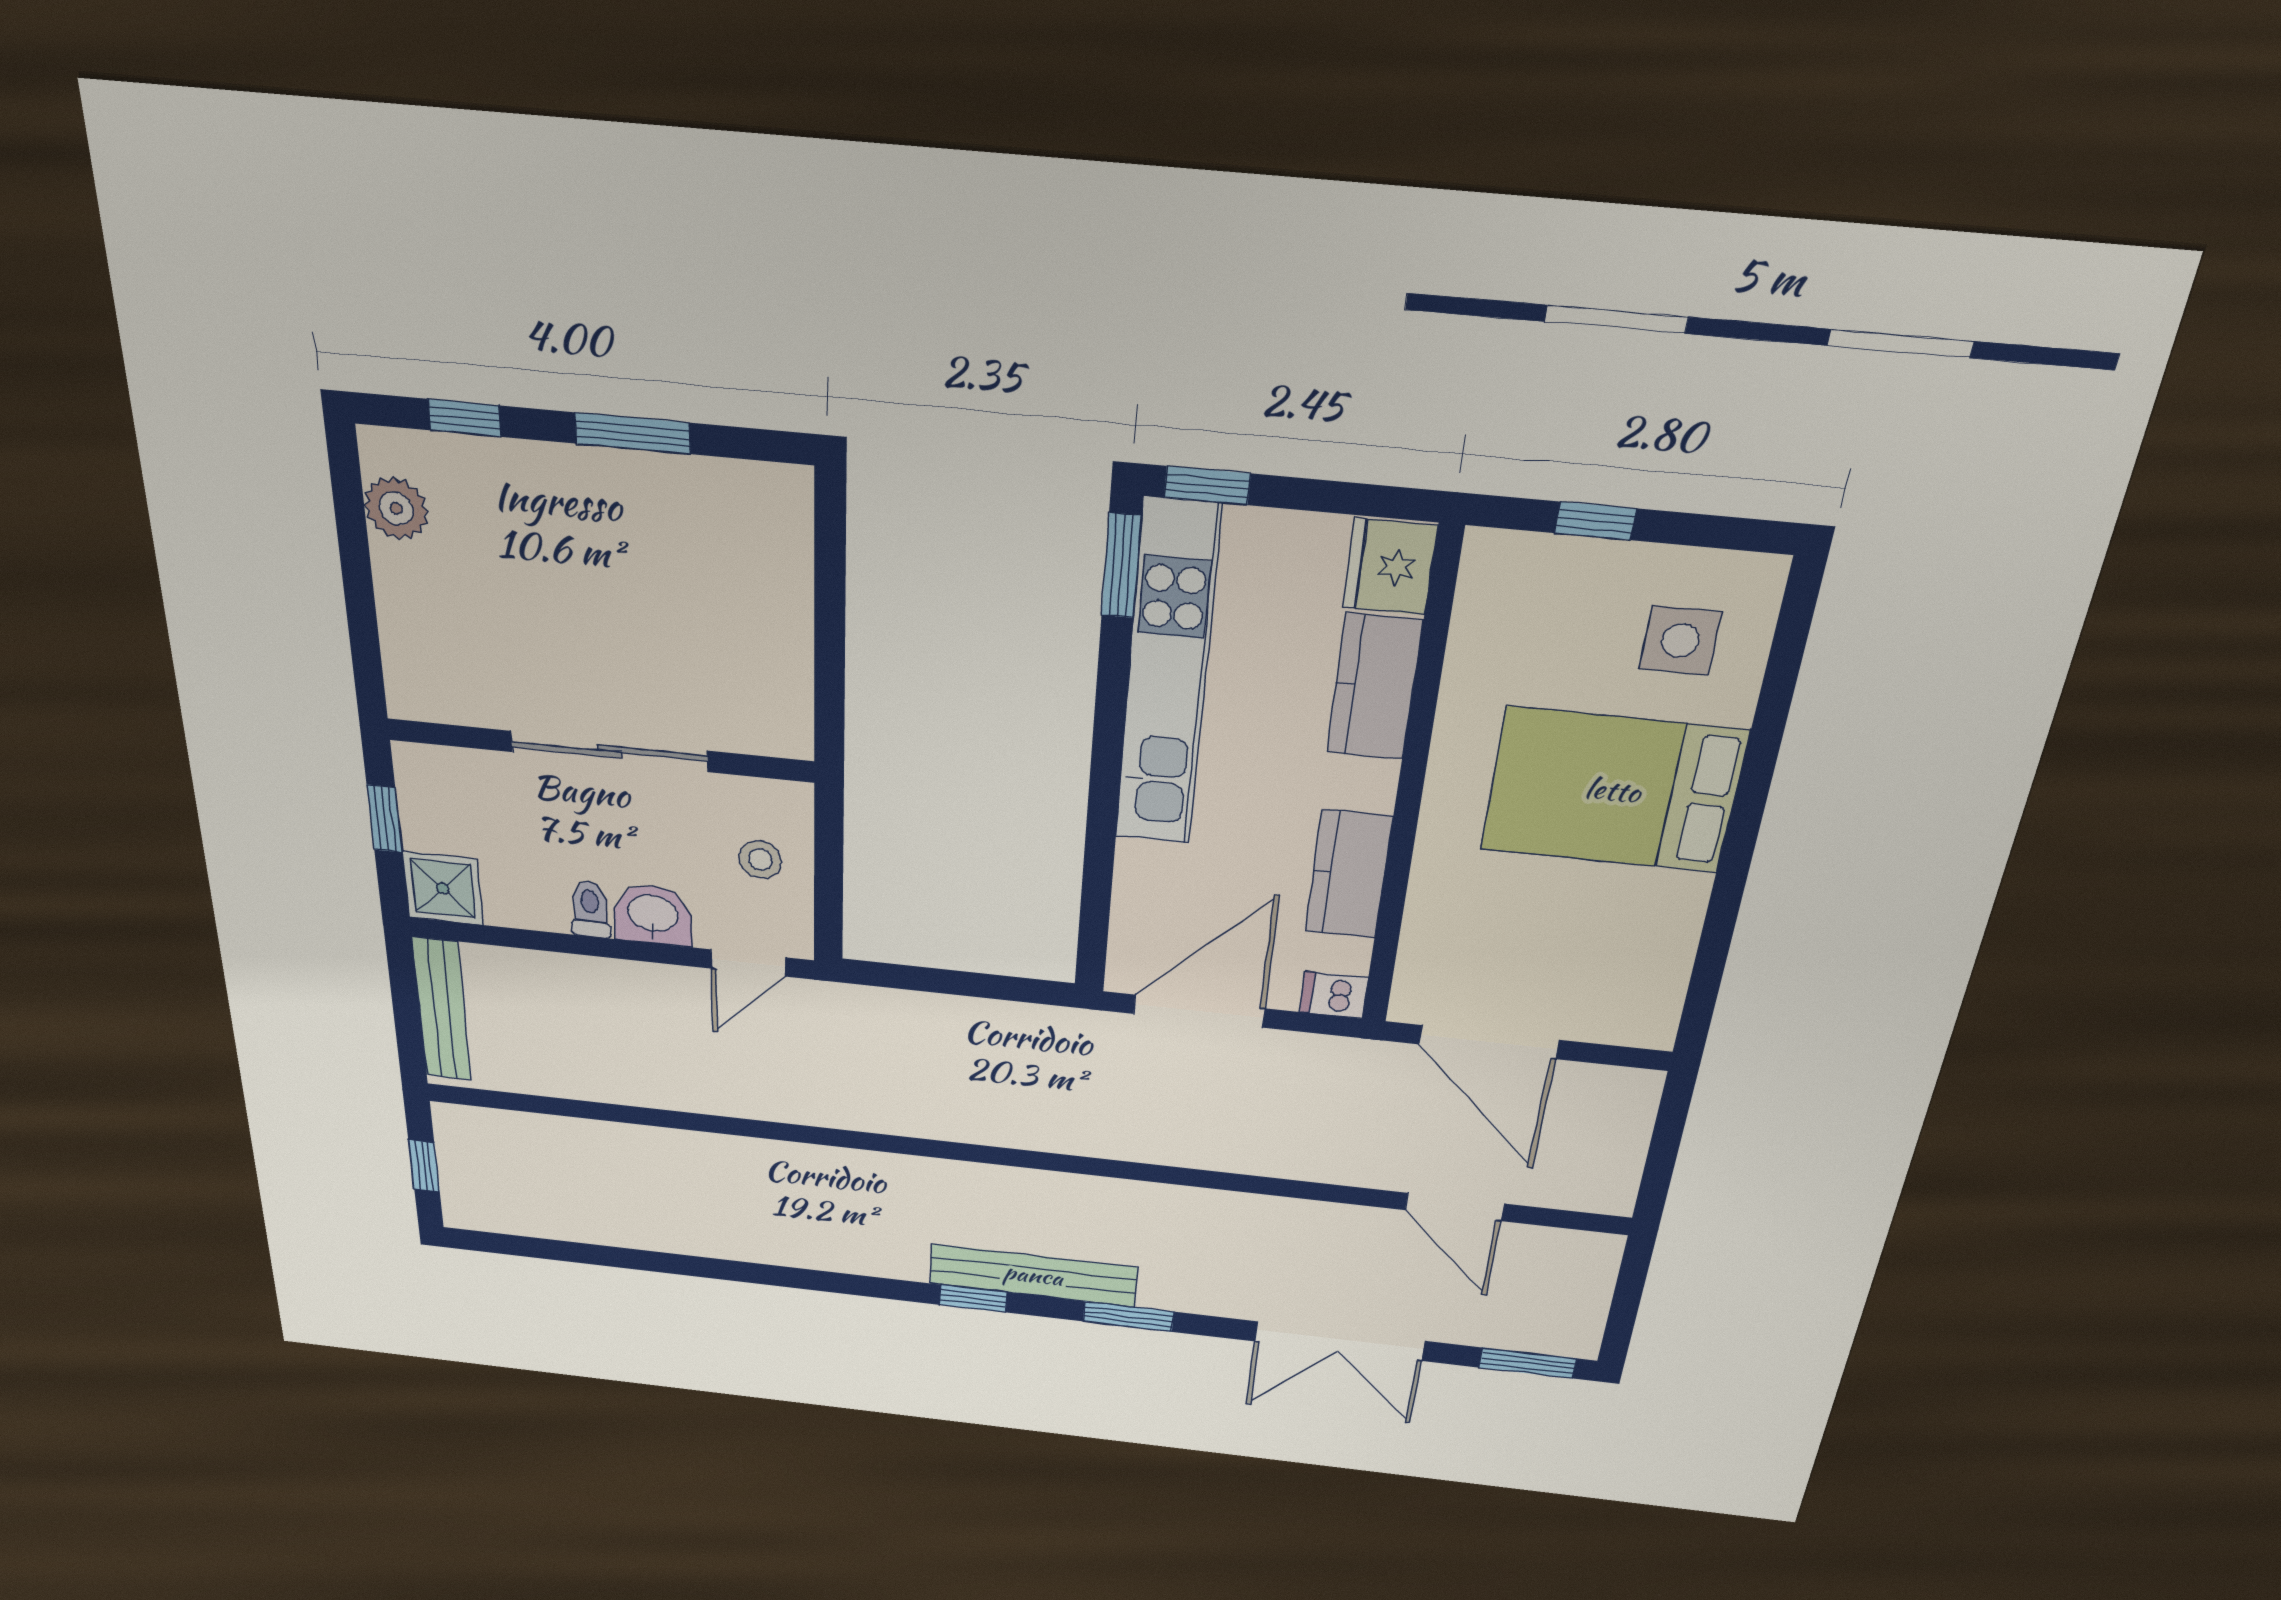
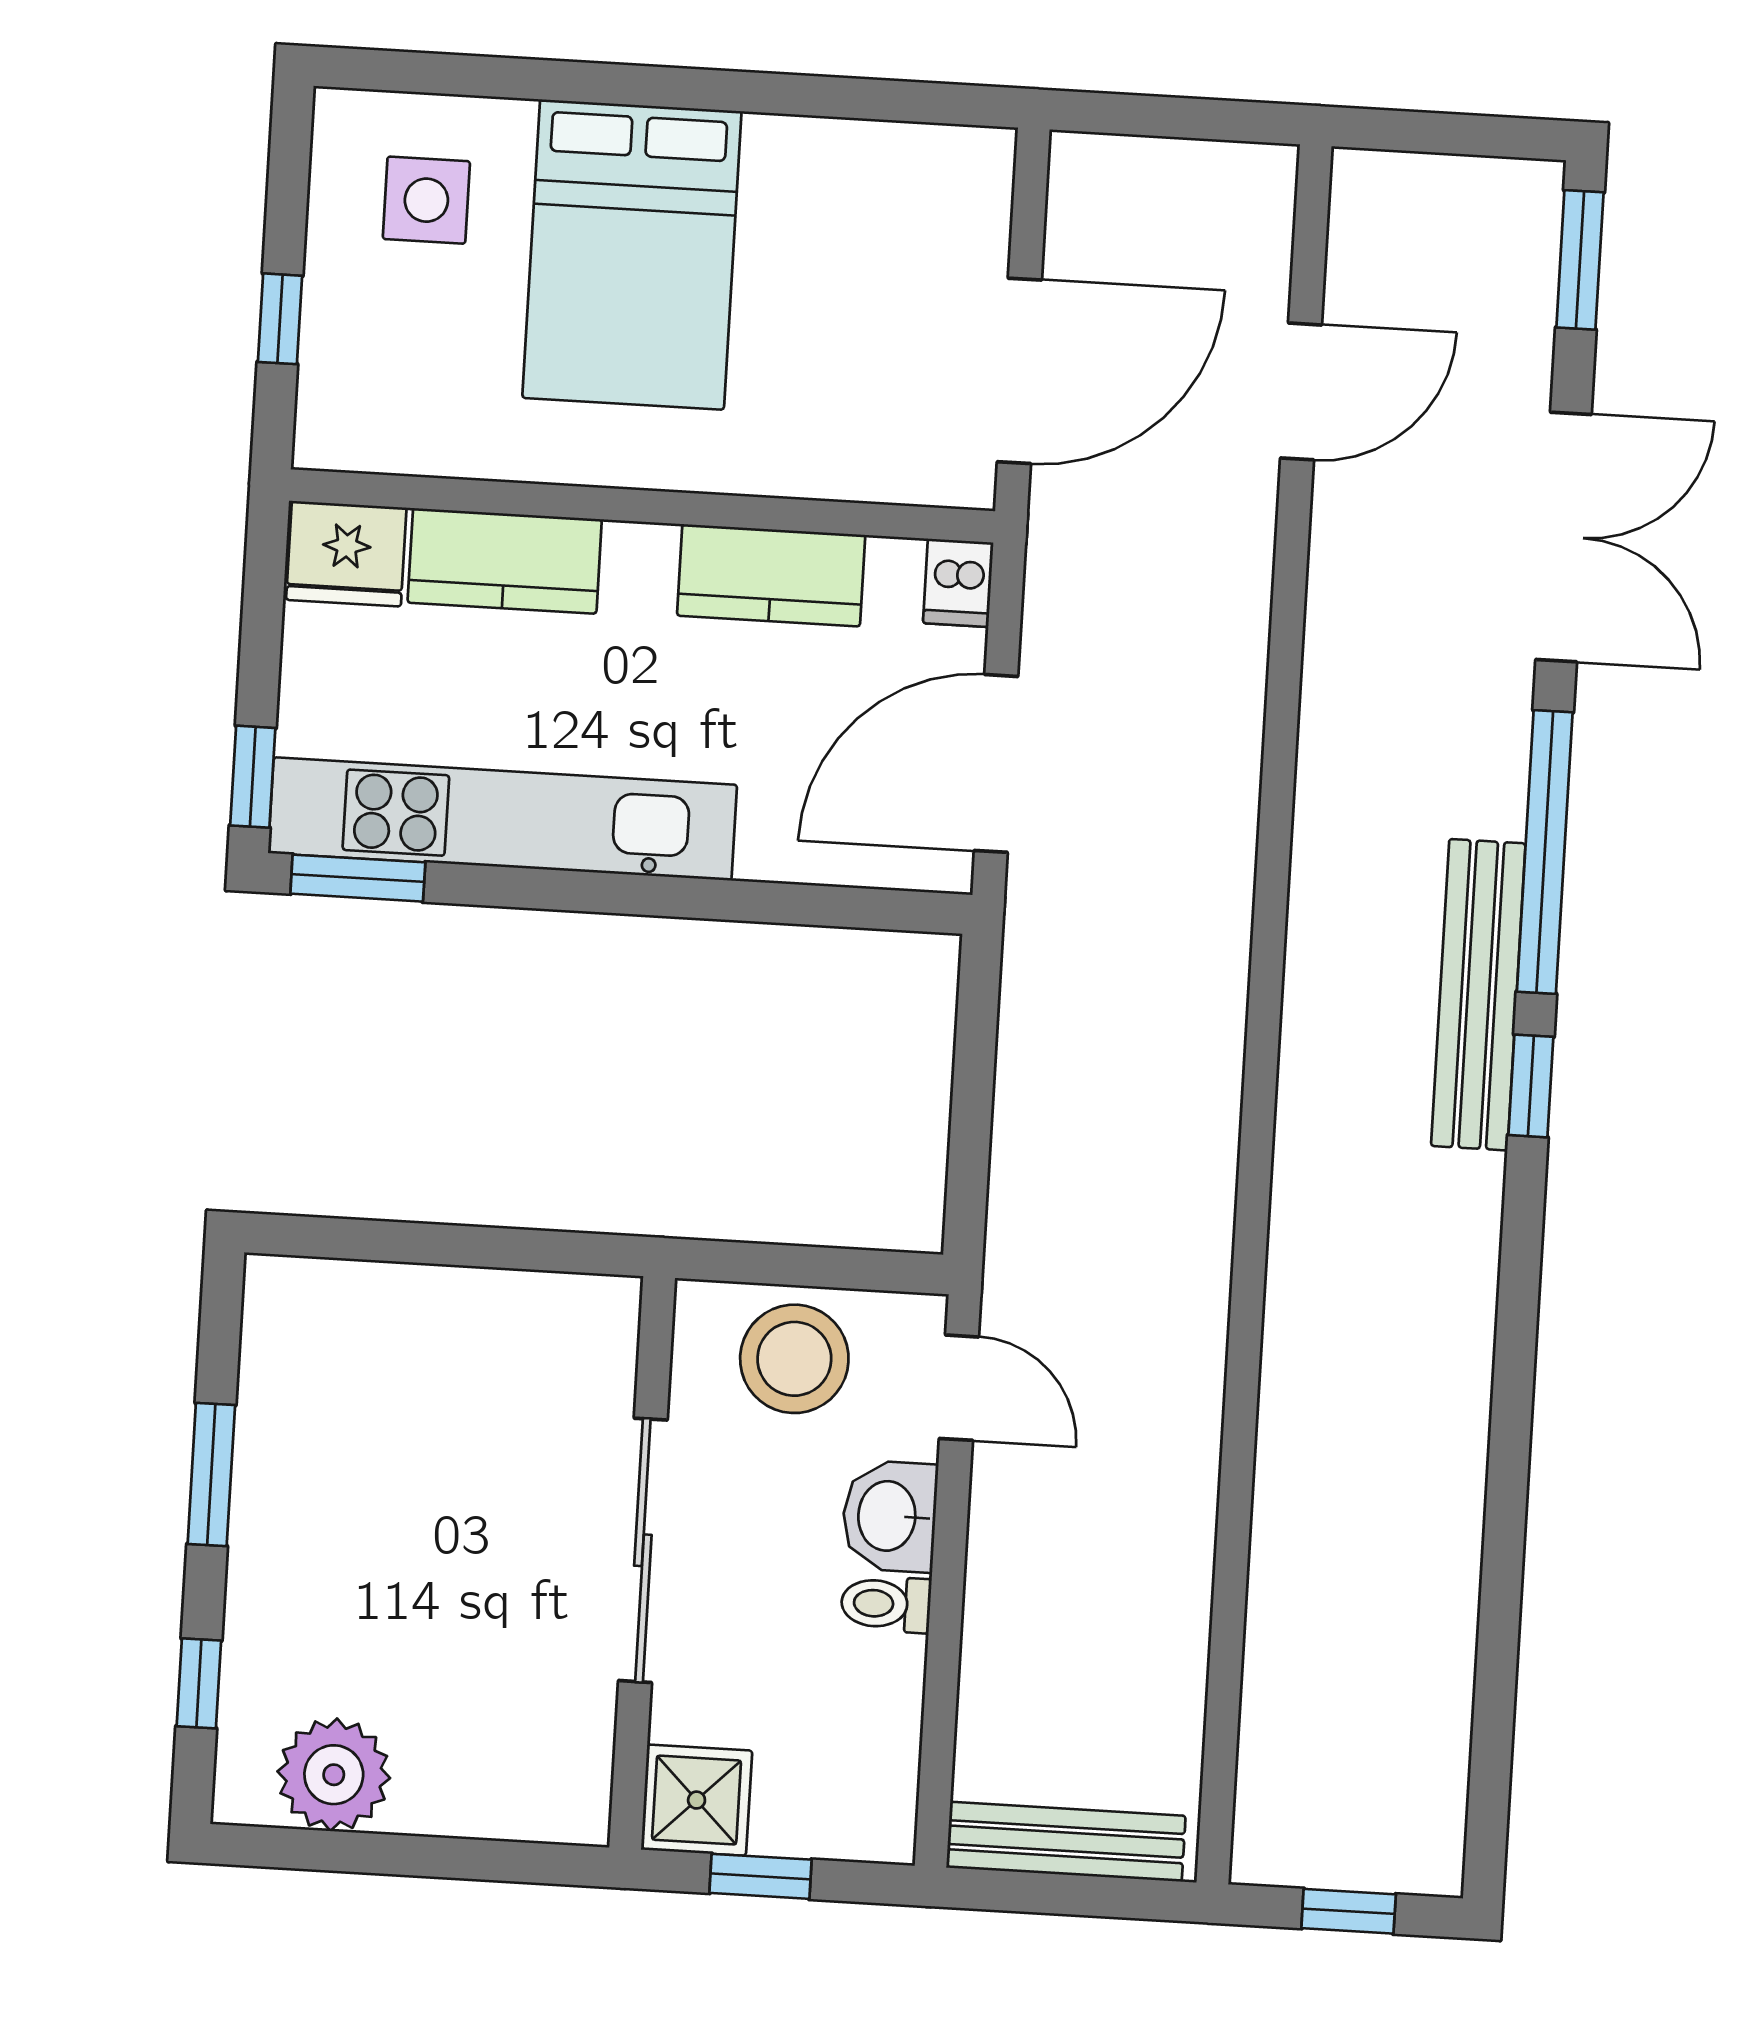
plant: (396, 508) -> (334, 1775), width x1.36, depth x1.36
stool: (760, 860) -> (794, 1359), width x1.89, depth x1.89
shower: (443, 888) -> (697, 1800), moved
door: (1199, 1011) -> (996, 763), hinge flipped
window: (1128, 1317) -> (1545, 852), width x2.11

